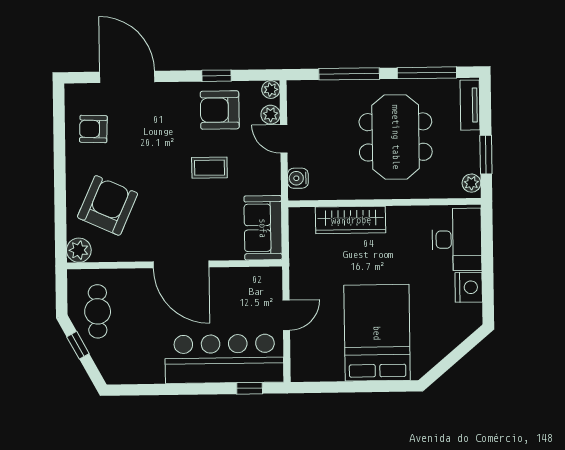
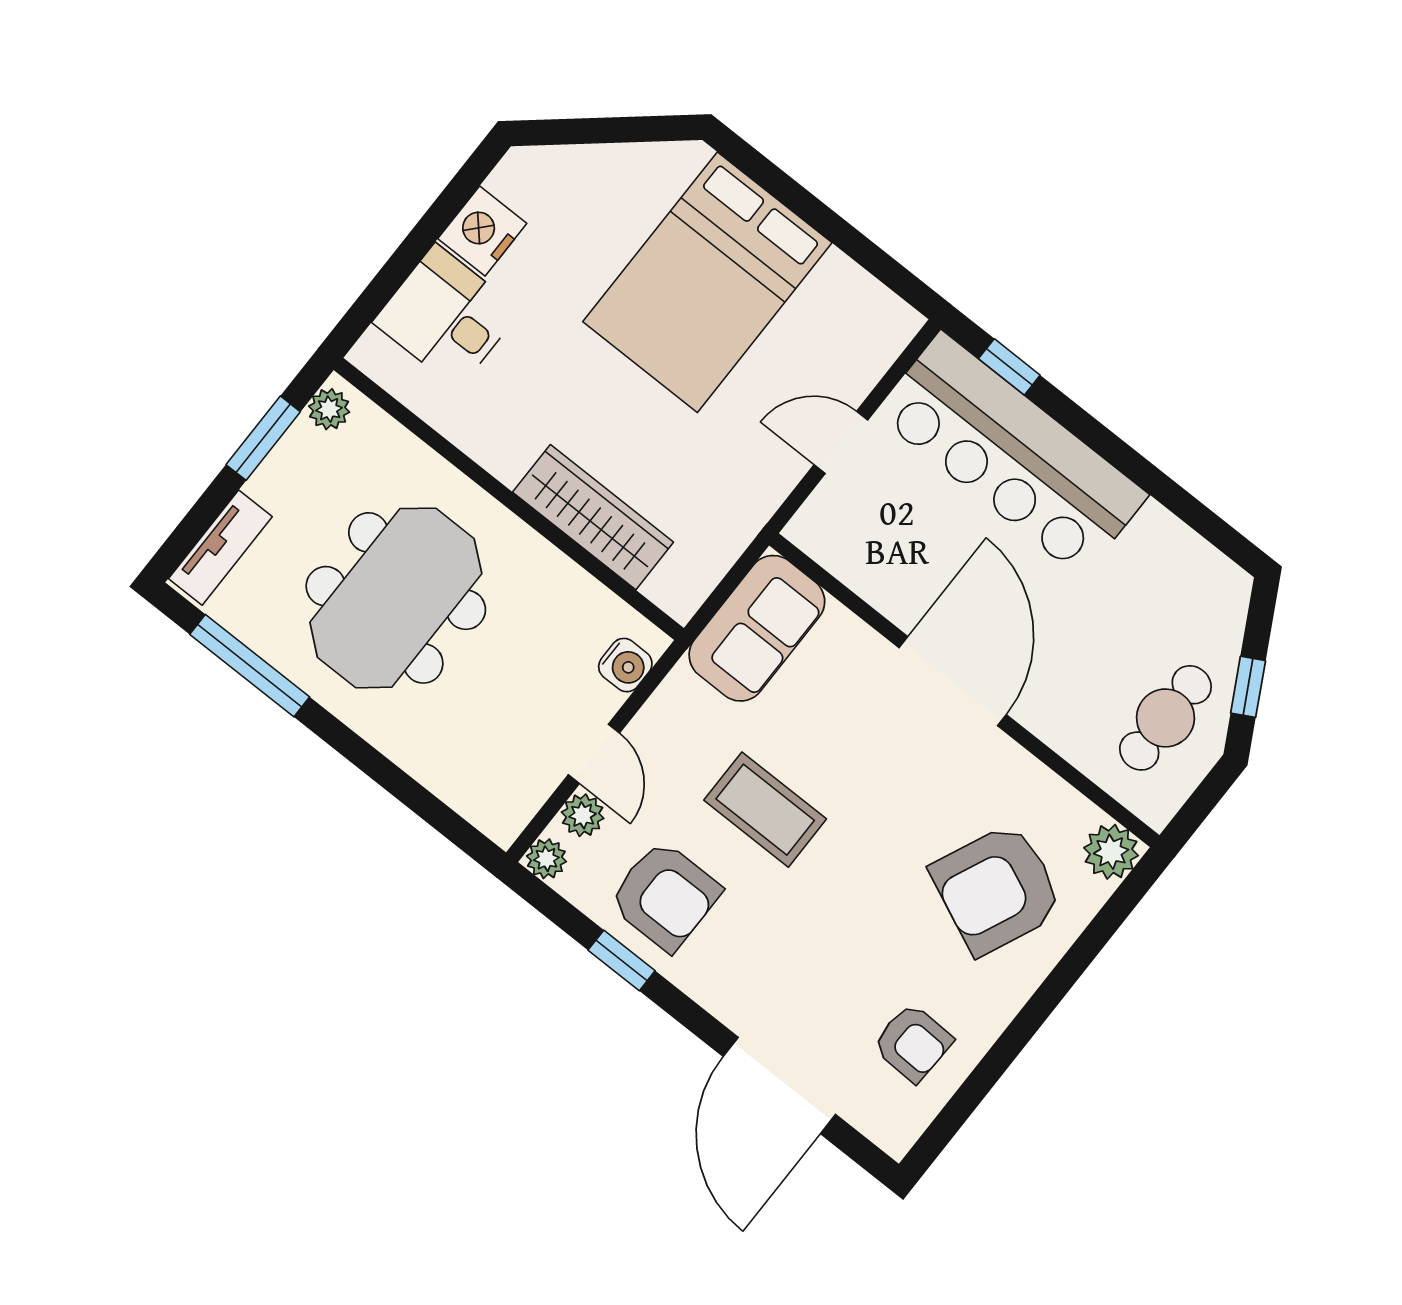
window: (349, 74) -> (387, 775), removed
coffee table: (209, 168) -> (765, 810), width x1.36, depth x1.30
desk: (457, 239) -> (447, 316), width x0.73

